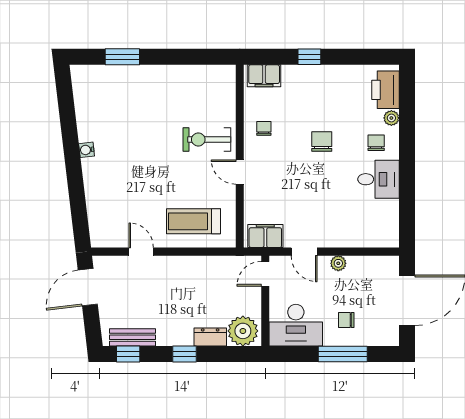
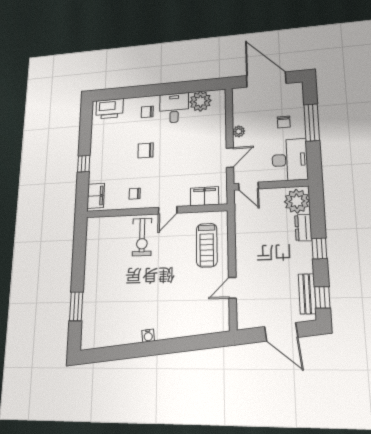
plant: (391, 118) -> (200, 101), moved, width x1.88, depth x1.88
filing cabinet: (265, 236) -> (205, 196), moved, turned 90
door: (88, 287) -> (281, 332), moved

